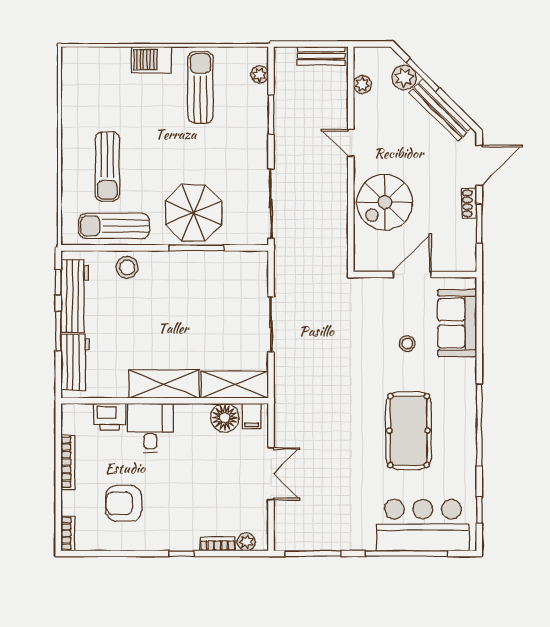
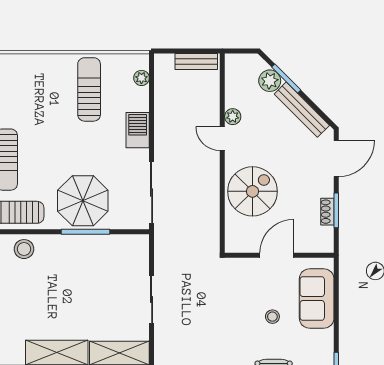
barbecue: (151, 60) -> (138, 130), moved, turned 90
plant: (362, 84) -> (233, 117), moved
window: (271, 115) -> (152, 114), removed
spiral stairs: (385, 202) -> (253, 191), turned 180
shoe rack: (469, 203) -> (327, 212), moved

